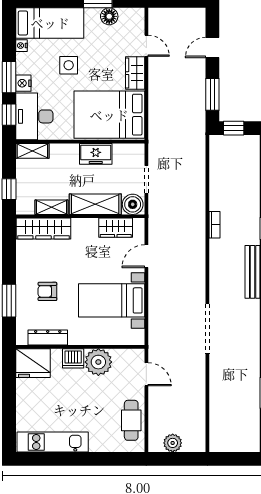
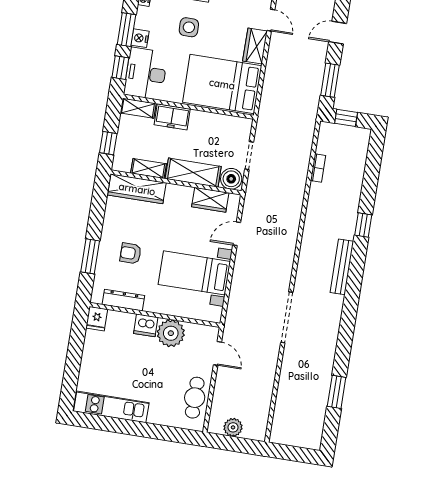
freezer: (96, 154) -> (172, 117), moved
bookcase: (214, 225) -> (318, 168), moved
fridge: (33, 363) -> (97, 319), width x0.53, depth x0.75

